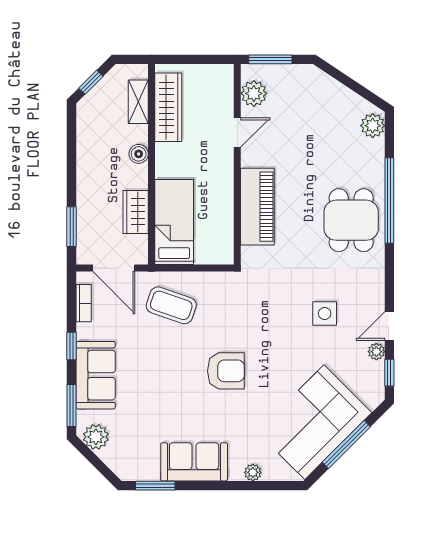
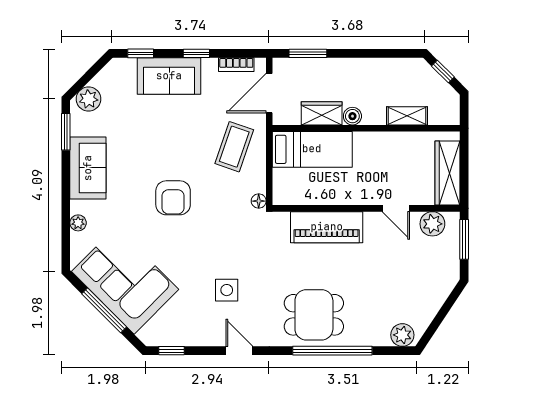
shelving: (138, 102) -> (407, 116), moved
wardrobe: (168, 107) -> (448, 173), moved, turned 90
boiler: (139, 154) -> (352, 116), moved
floor lamp: (229, 279) -> (259, 201), added
door: (389, 326) -> (239, 351), moved
plant: (376, 352) -> (191, 338), removed
window: (72, 406) -> (141, 53), width x0.67
plant: (96, 437) -> (89, 99), moved

